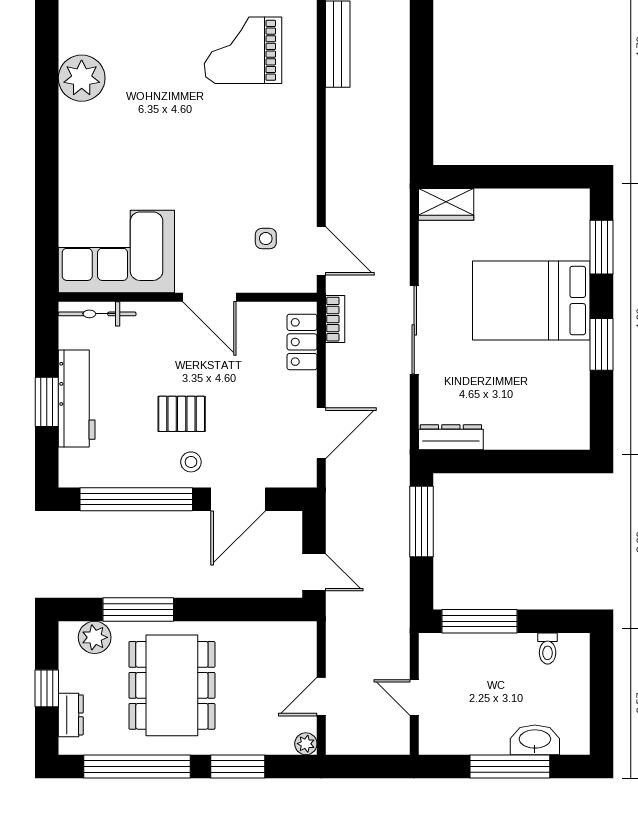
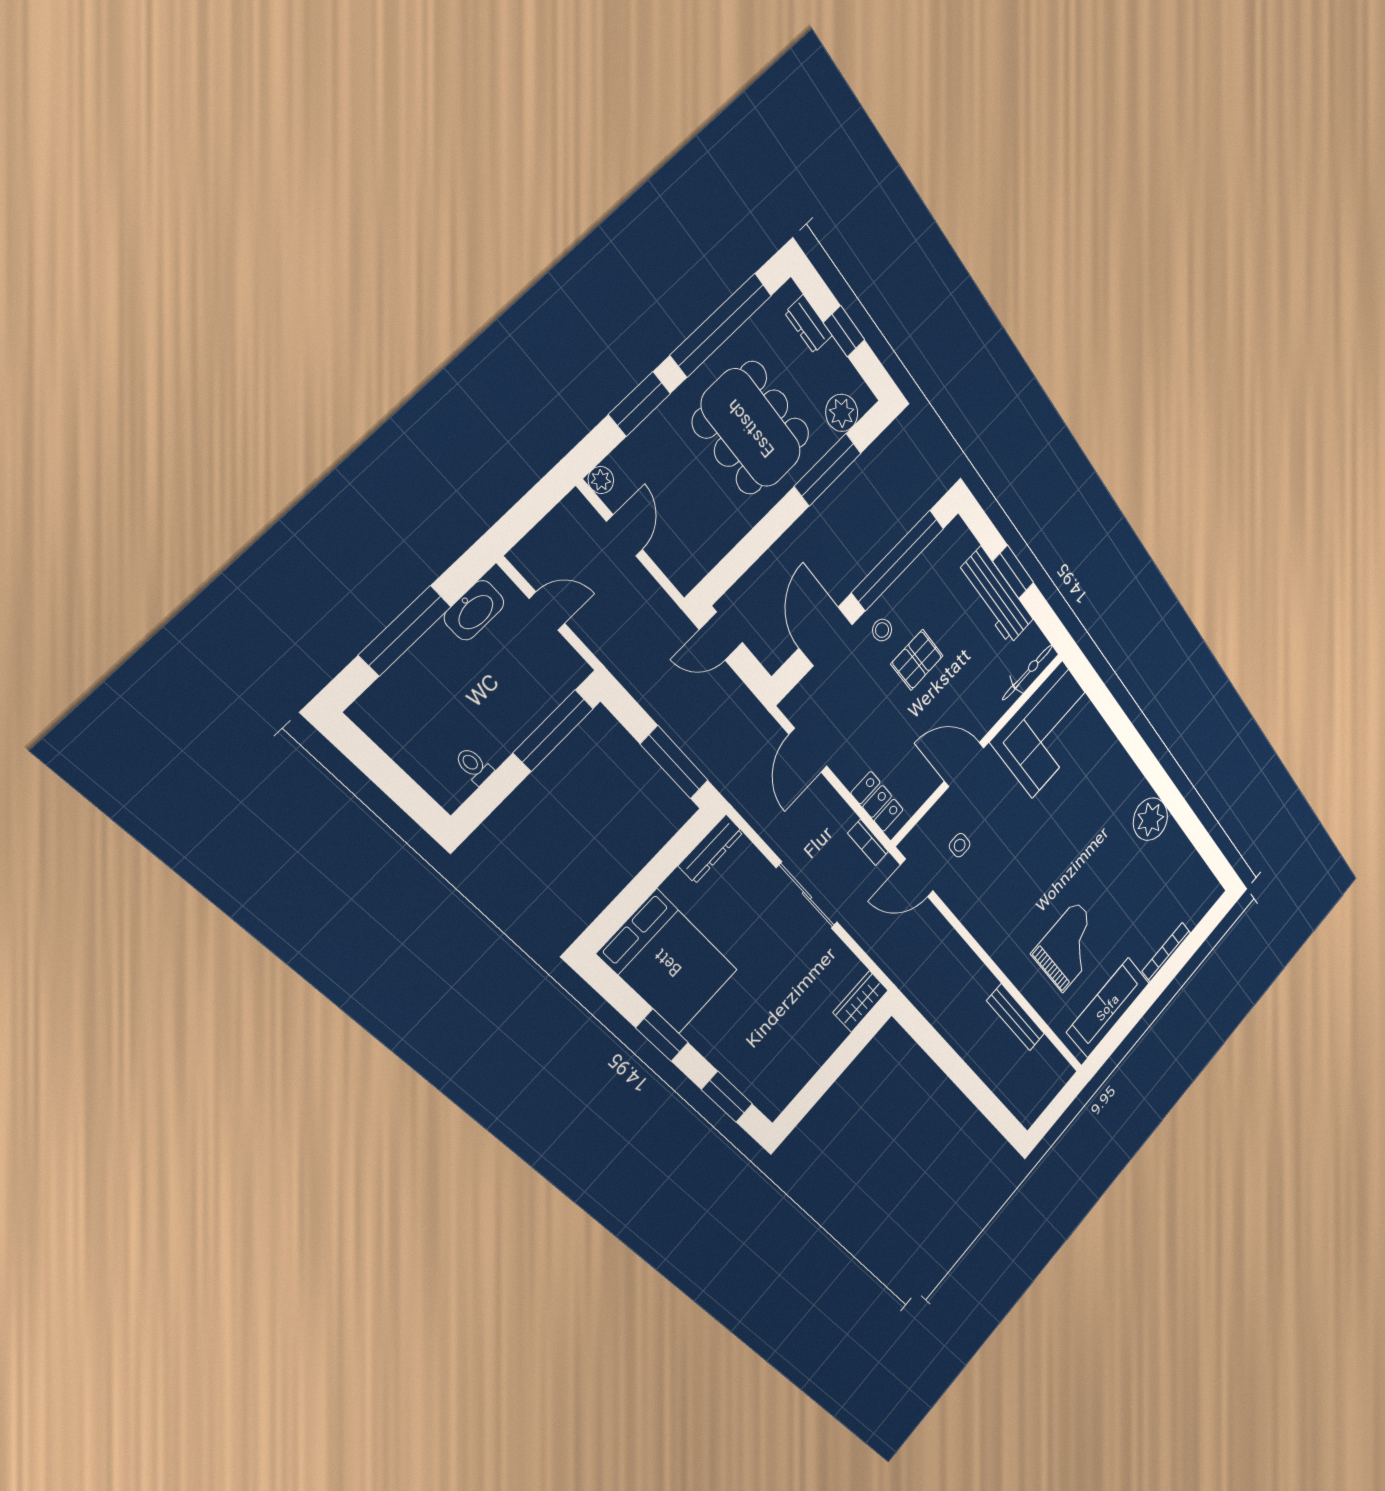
bed: (531, 301) -> (668, 962), moved, turned 90
washbasin: (535, 740) -> (474, 610), moved

